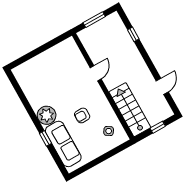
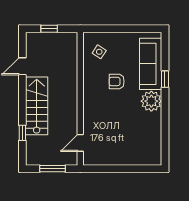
door: (96, 73) -> (80, 143), moved
stairs: (130, 110) -> (37, 106), moved, turned 180
armchair: (82, 115) -> (117, 81), turned 180

